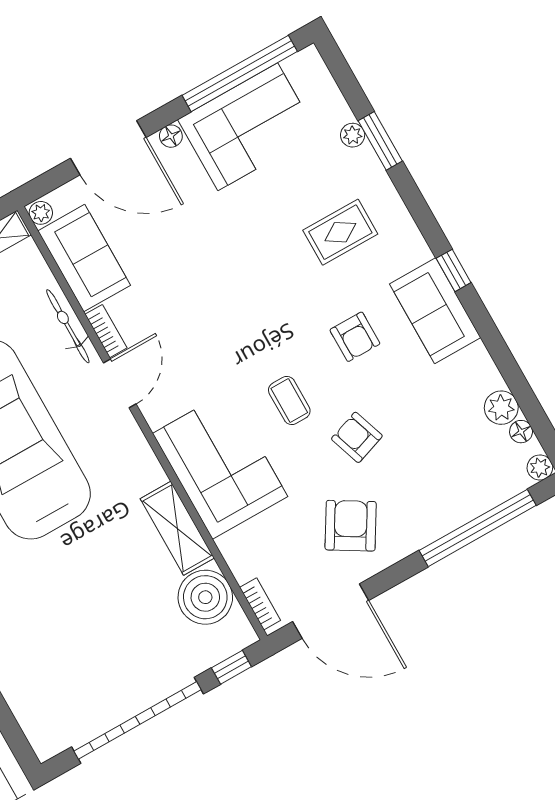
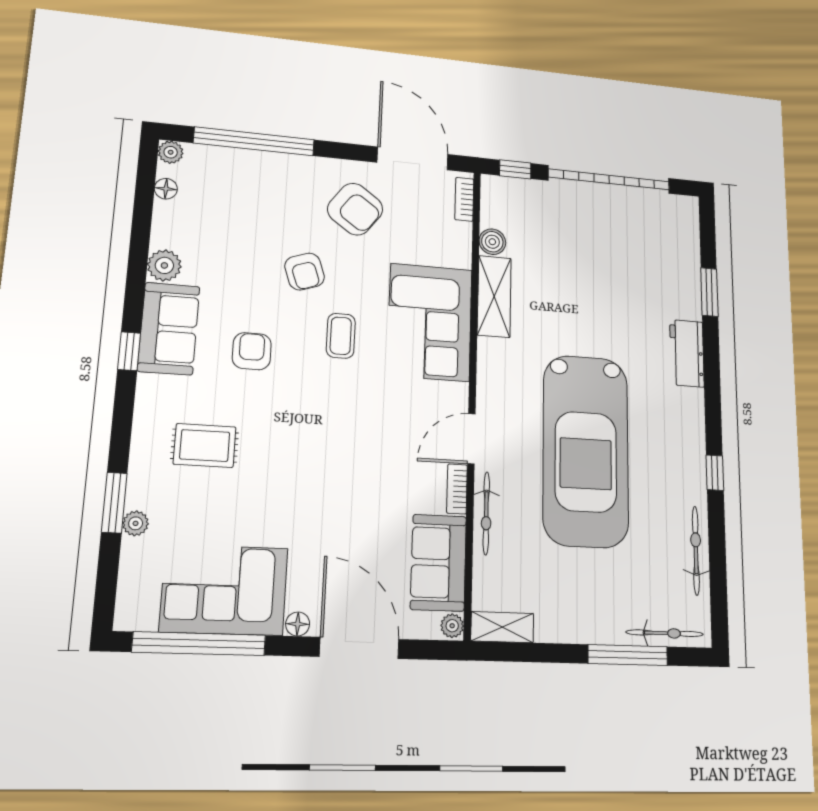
plant: (501, 408) -> (164, 265), moved
armchair: (351, 526) -> (355, 209), turned -85
boiler: (205, 597) -> (492, 242), width x0.54, depth x0.54

